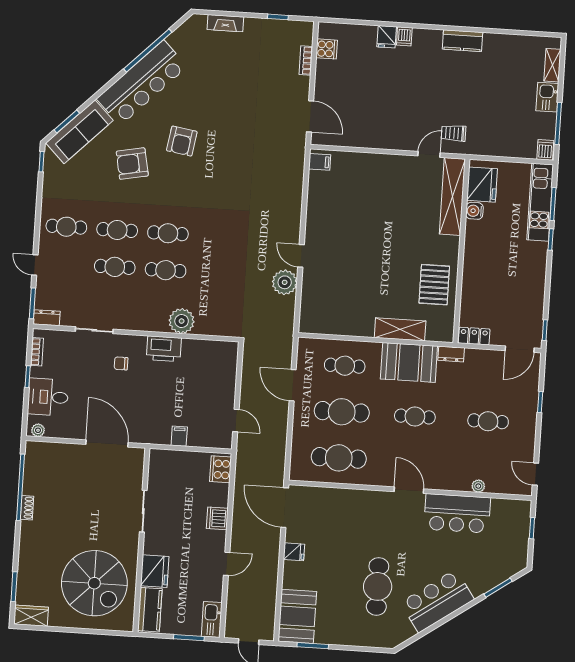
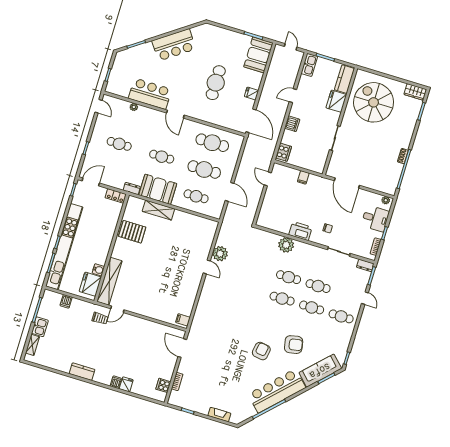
dishwasher: (545, 150) -> (66, 301), moved
kitchen unit: (540, 202) -> (64, 247), width x1.86
pallet: (434, 285) -> (132, 232), turned 90
cafe table: (378, 586) -> (216, 83), moved

